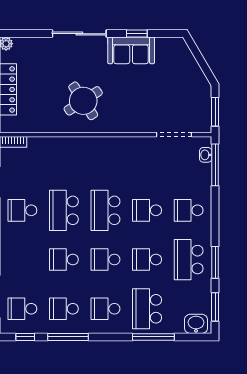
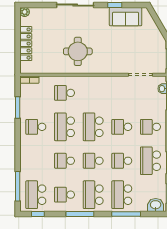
sofa: (131, 50) -> (126, 17), moved
round table: (83, 101) -> (78, 51), turned 33
school desk: (64, 161) -> (65, 93), added
school desk: (22, 309) -> (36, 195), width x1.85
school desk: (105, 309) -> (93, 195), width x1.85
window: (68, 337) -> (80, 214), moved

